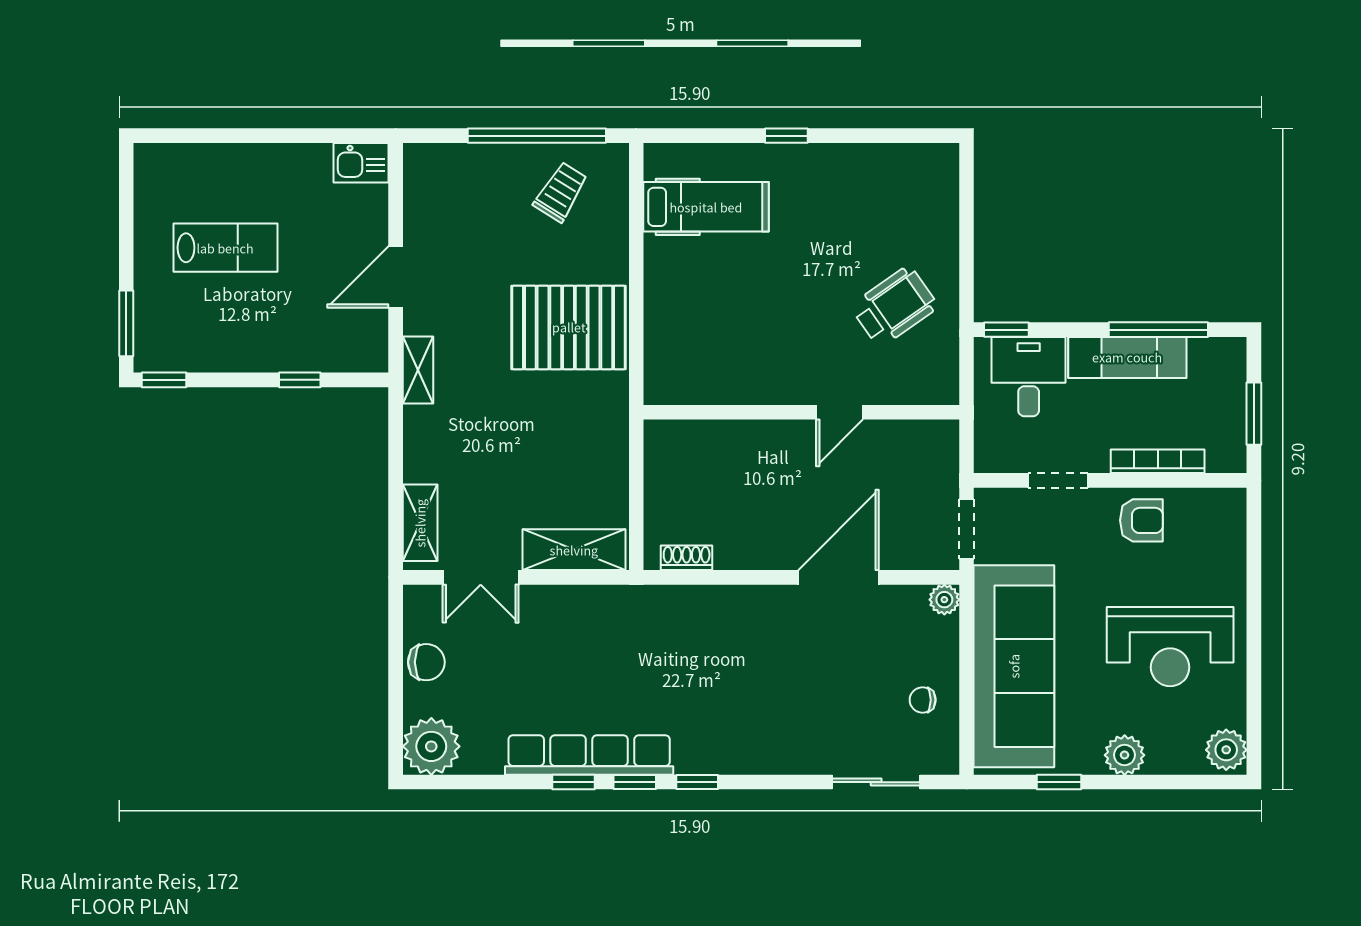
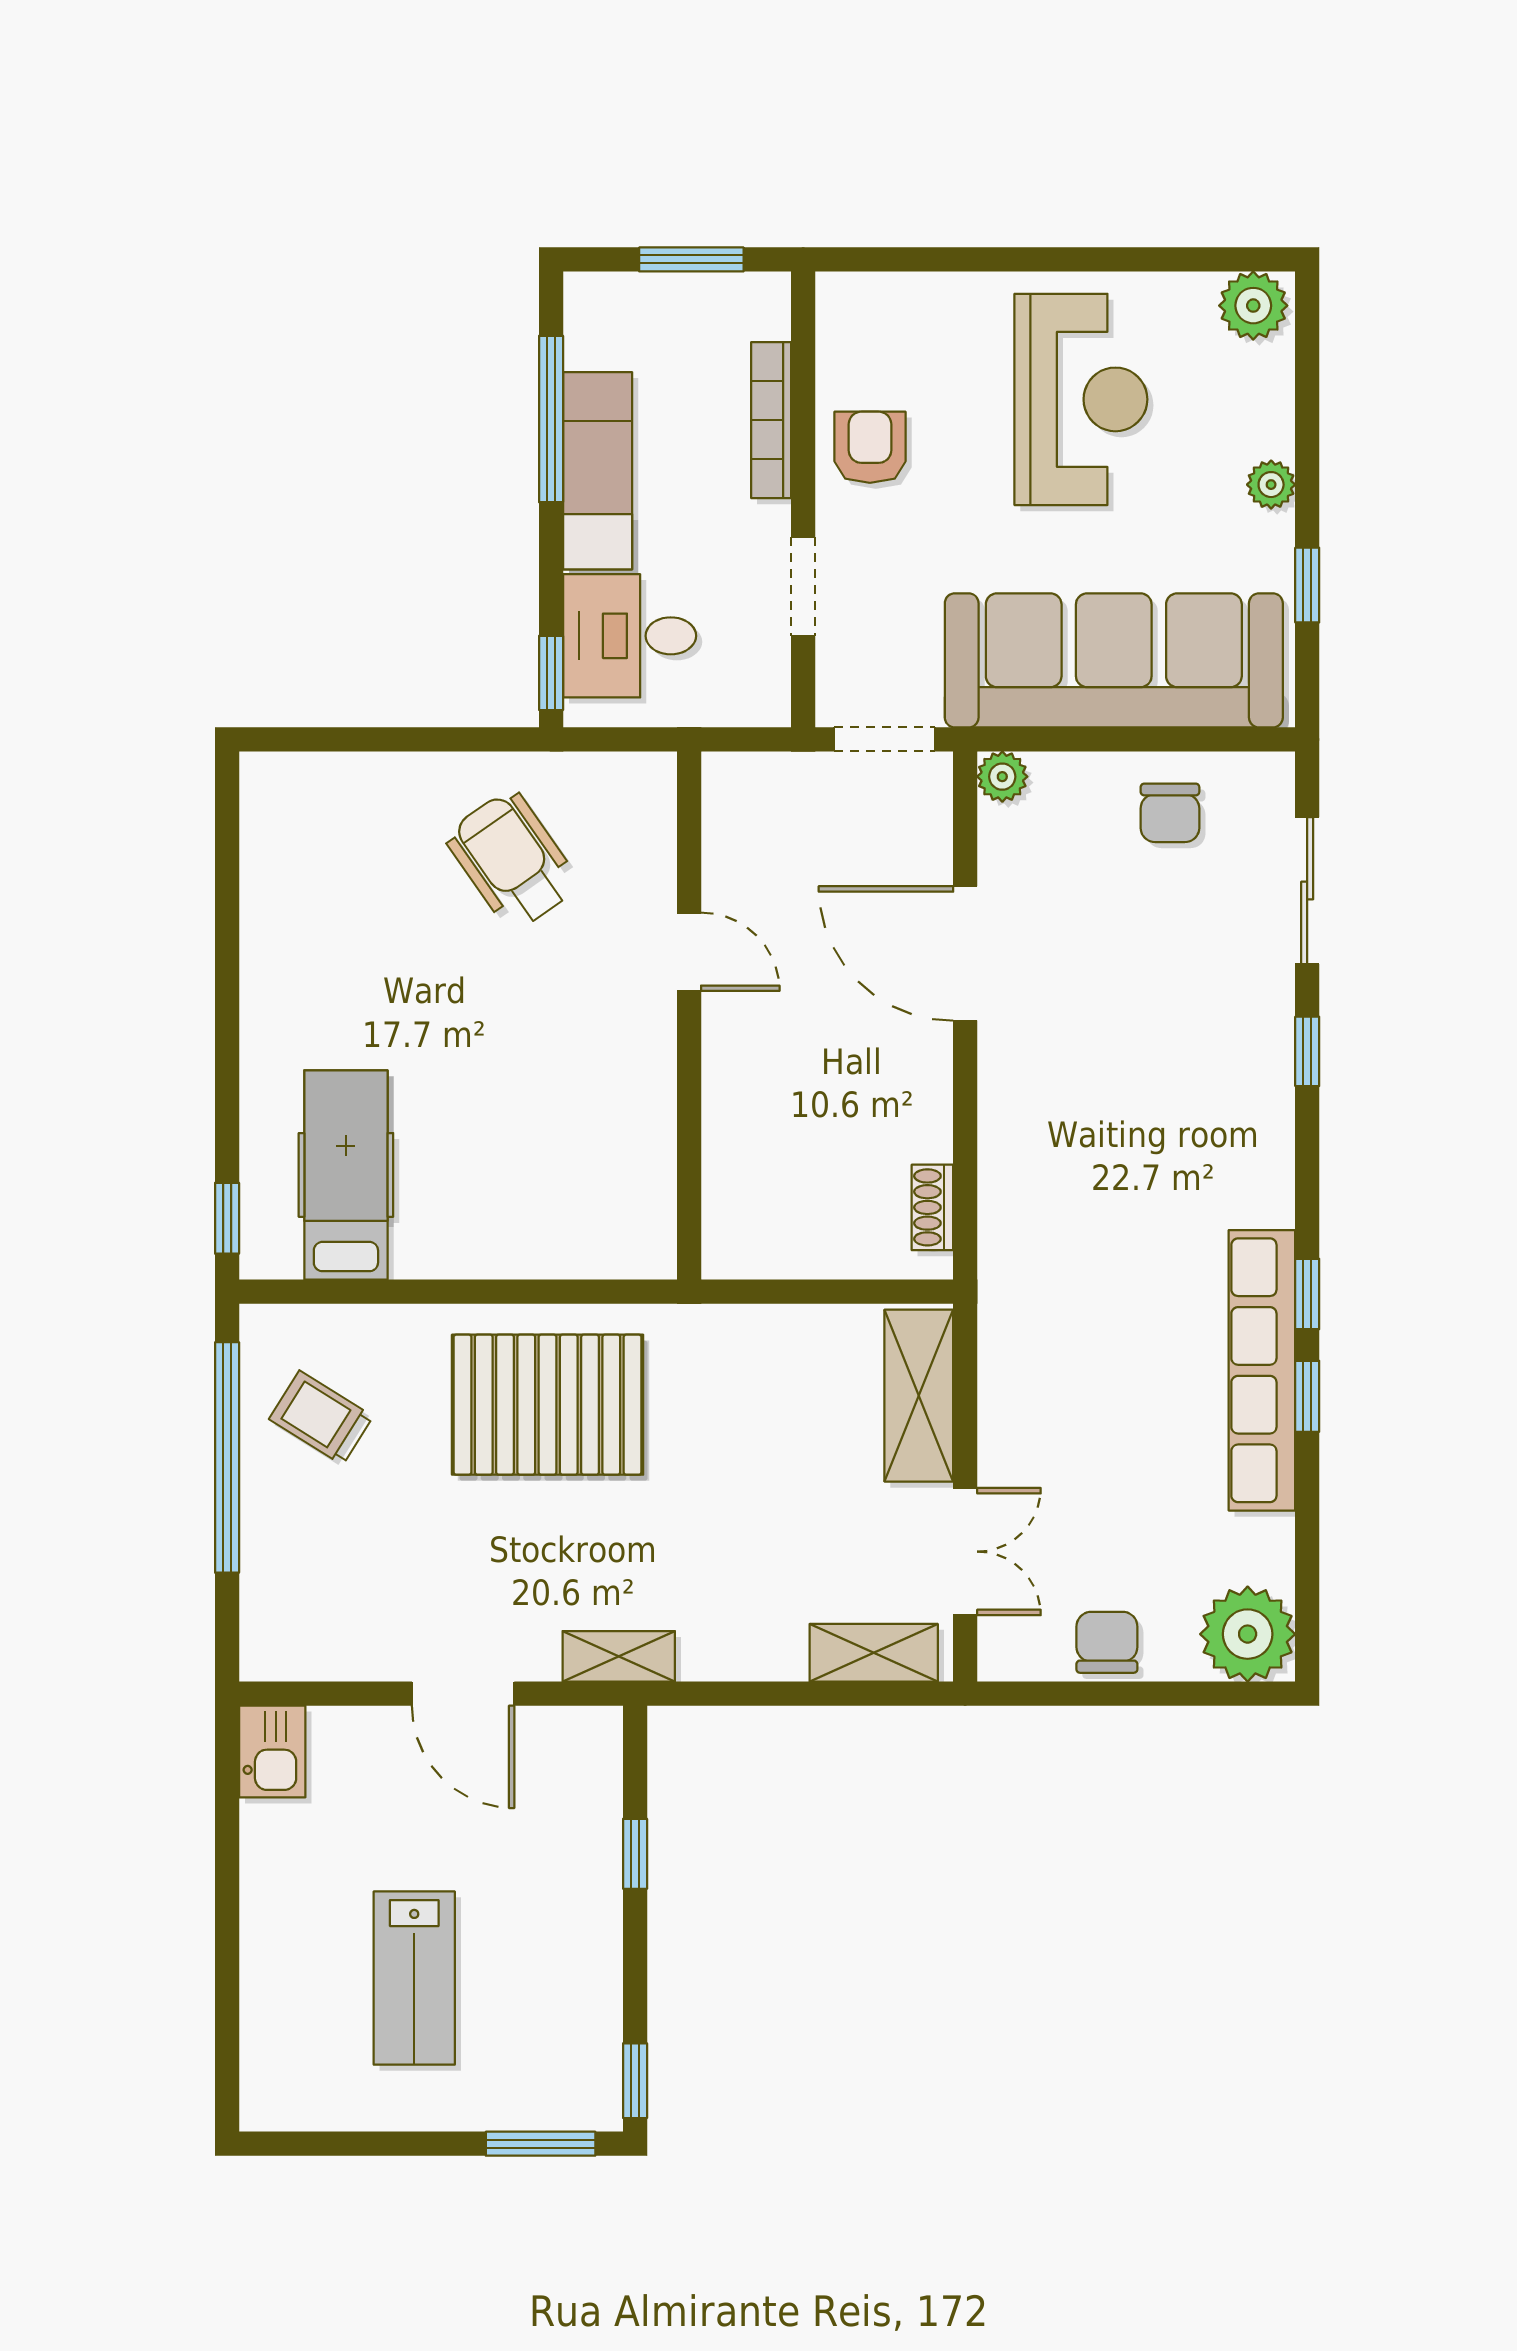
window: (786, 136) -> (227, 1218), moved
lab bench: (225, 248) -> (414, 1978), turned 180
pallet: (569, 327) -> (548, 1405), turned 90
chair: (923, 700) -> (1170, 813), width x1.37, depth x1.37
plant: (1125, 755) -> (1271, 485), width x0.73, depth x0.73
window: (697, 782) -> (1307, 1051), moved

